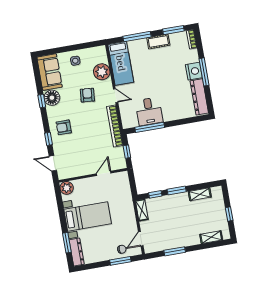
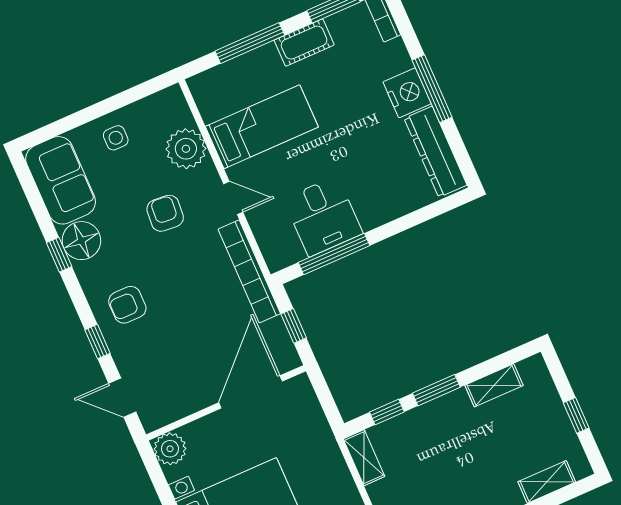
bed: (121, 63) -> (262, 127), moved, turned -90
door: (104, 173) -> (251, 392), width x1.88

